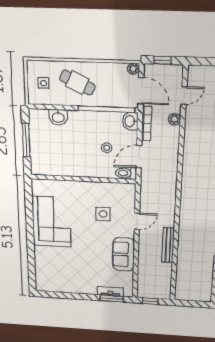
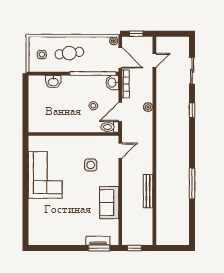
cafe table: (77, 83) -> (69, 53), turned -32
plant: (174, 119) -> (148, 107), moved
window: (26, 140) -> (26, 102), removed
door: (137, 221) -> (120, 151), moved

